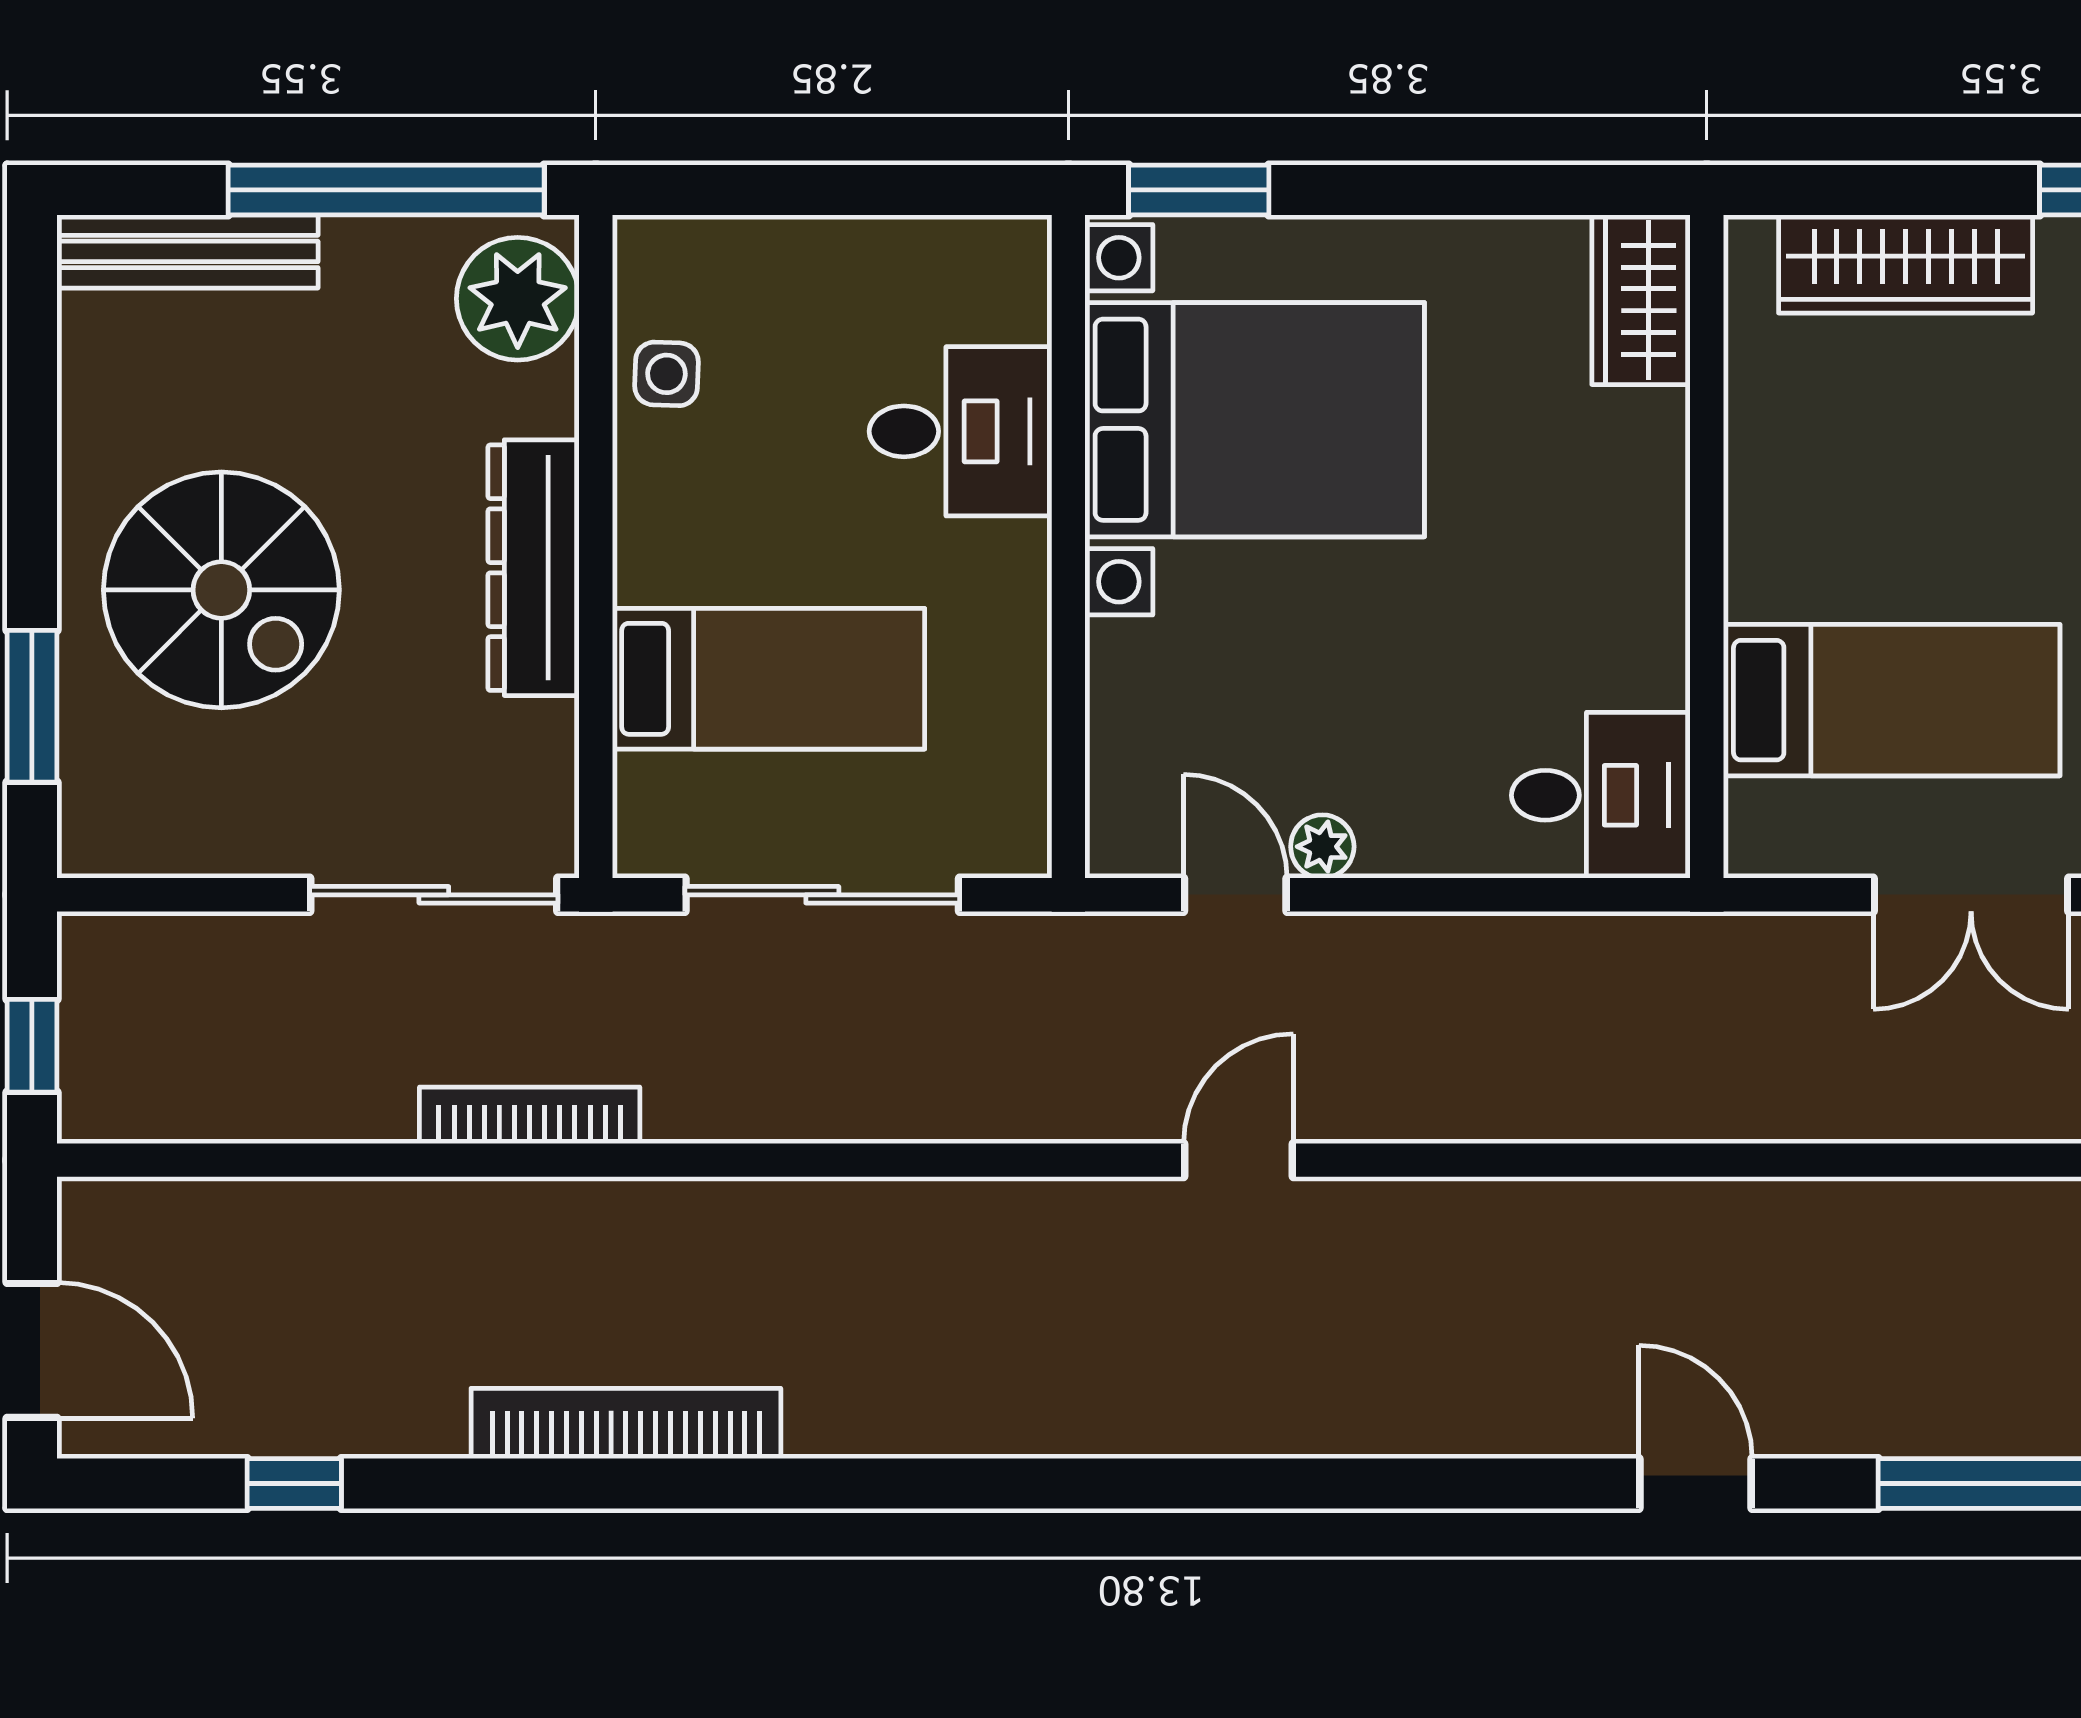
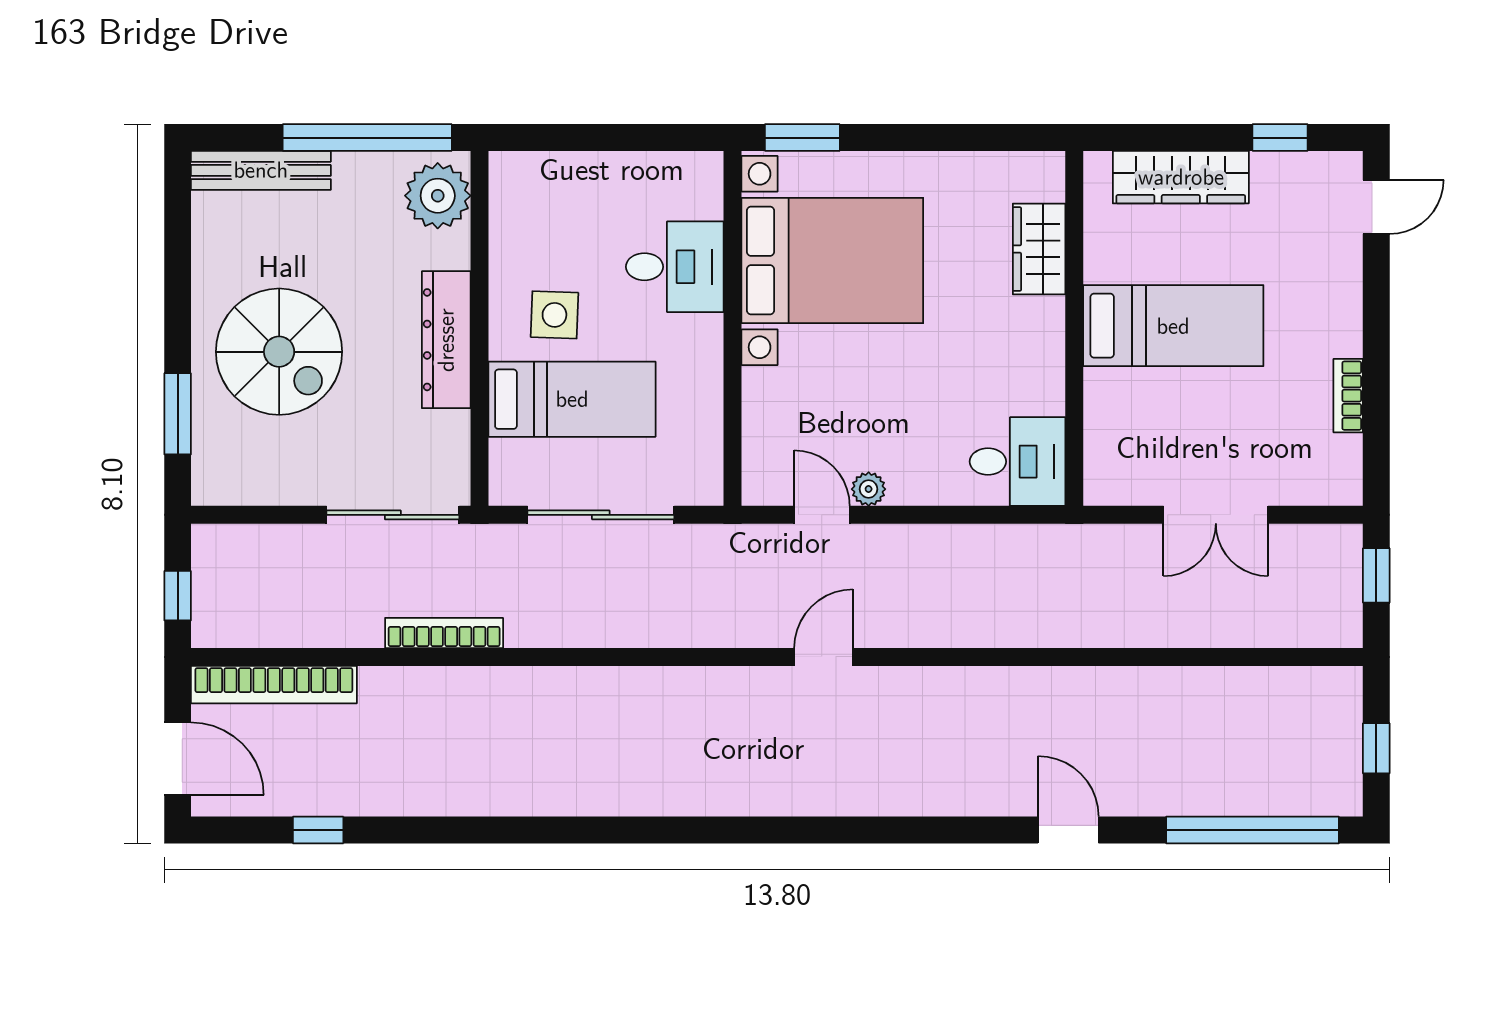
wardrobe: (1641, 300) -> (1039, 249), moved
side table: (666, 374) -> (554, 315), moved, width x1.37, depth x1.37
bed: (1892, 700) -> (1173, 326), moved
bookcase: (626, 1423) -> (274, 685), moved, turned 180

